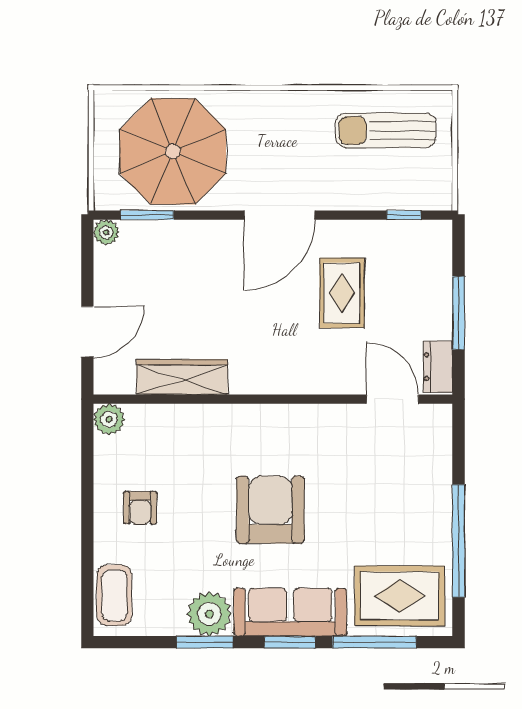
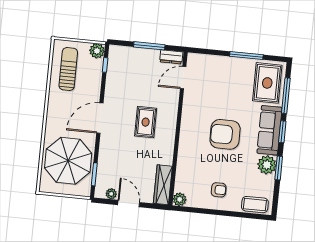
sun lounger: (386, 130) -> (68, 69), turned 180
plant: (435, 193) -> (97, 51), added
door: (279, 215) -> (100, 118), swing flipped
plant: (106, 232) -> (111, 194), moved
rug: (342, 293) -> (146, 122), moved, turned 90
door: (87, 332) -> (129, 204), moved
wardrobe: (182, 377) -> (163, 185), moved
window: (459, 541) -> (246, 56), width x0.68

